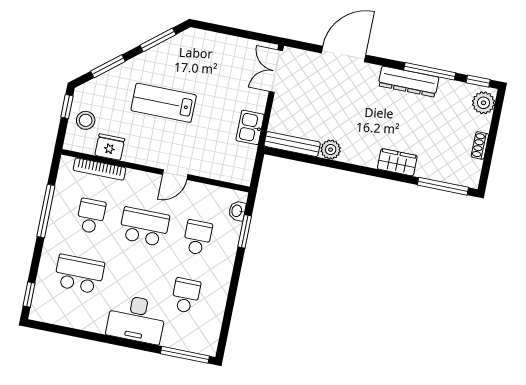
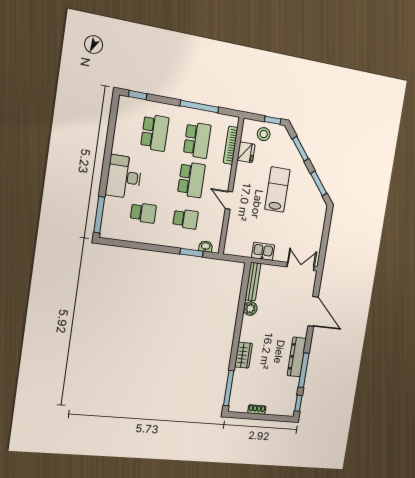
plant: (484, 103) -> (285, 408), removed
school desk: (91, 216) -> (197, 140), width x1.85

